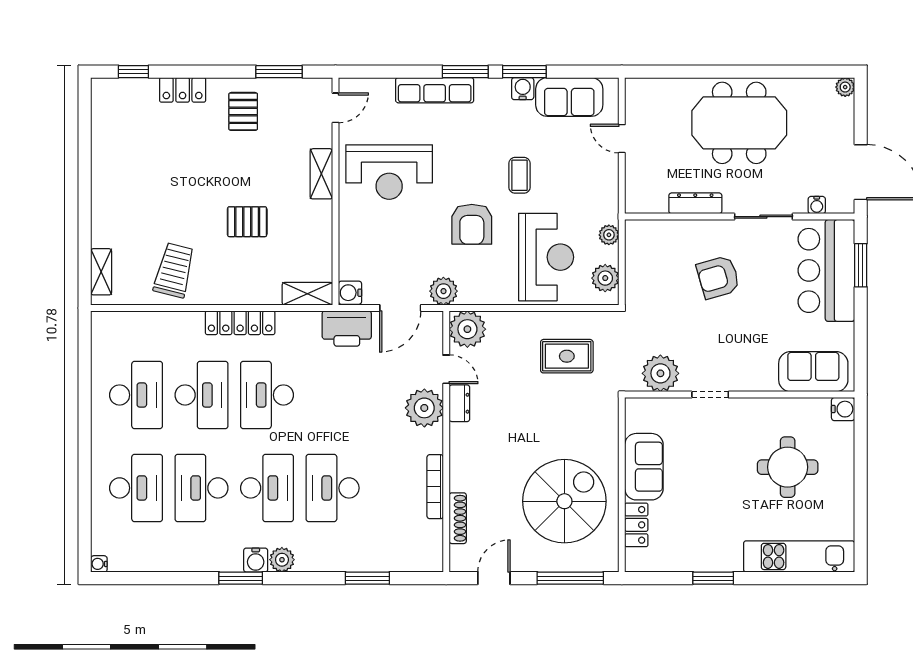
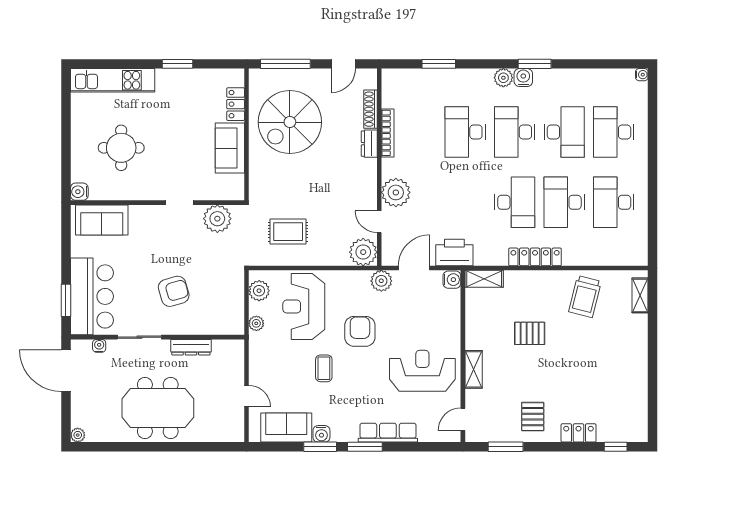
dresser: (459, 403) -> (369, 144), moved
desk: (333, 488) -> (465, 132), turned 180

